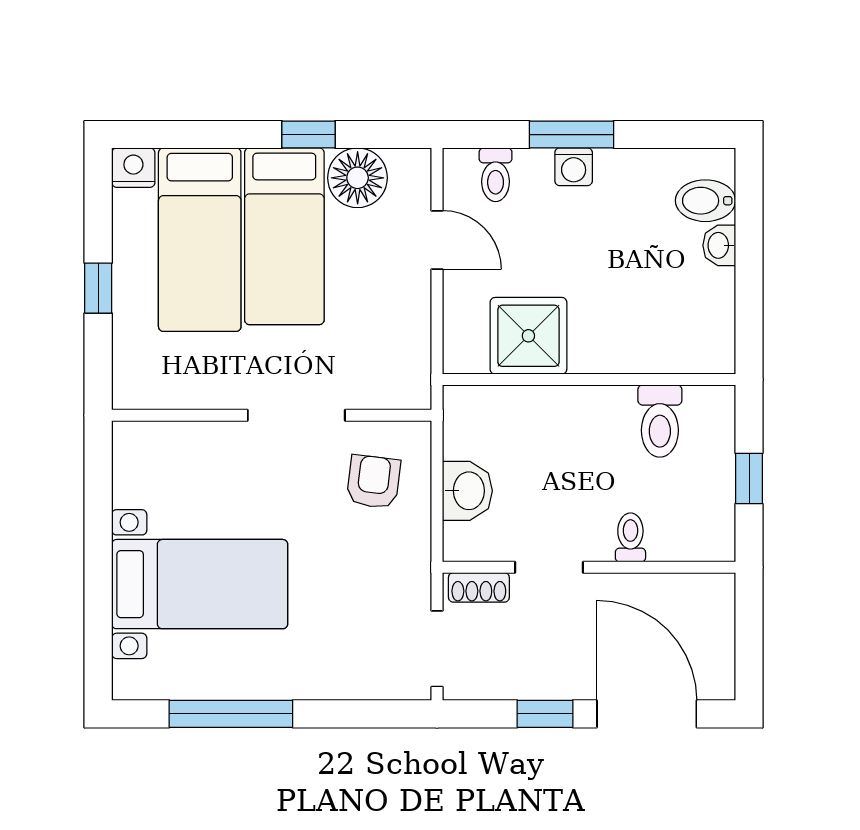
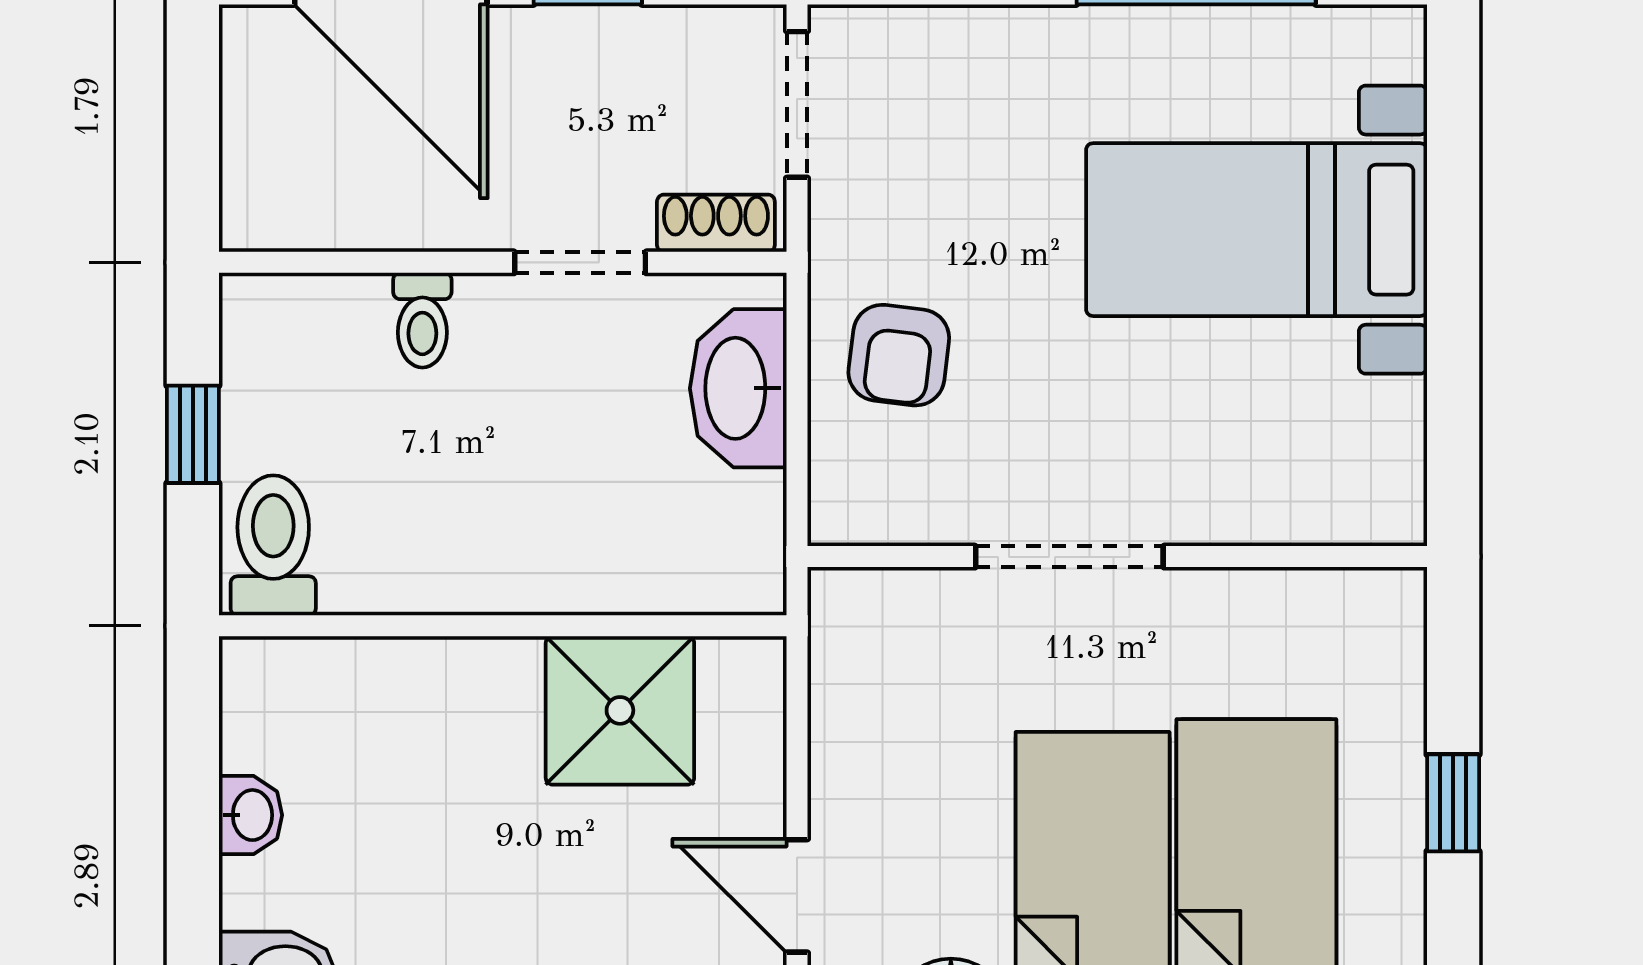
washbasin: (719, 245) -> (251, 815), moved
toilet: (660, 421) -> (273, 545), moved
armchair: (373, 482) -> (899, 355), moved
washbasin: (467, 491) -> (738, 388), width x1.38

